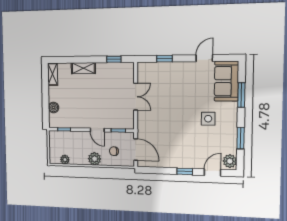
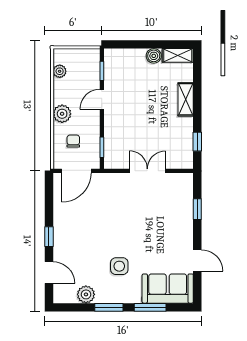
double door: (136, 97) -> (147, 171), swing flipped
boiler: (53, 107) -> (154, 56), moved
door: (97, 130) -> (102, 99), moved
window: (241, 138) -> (109, 307), moved
plant: (230, 161) -> (86, 294), moved

